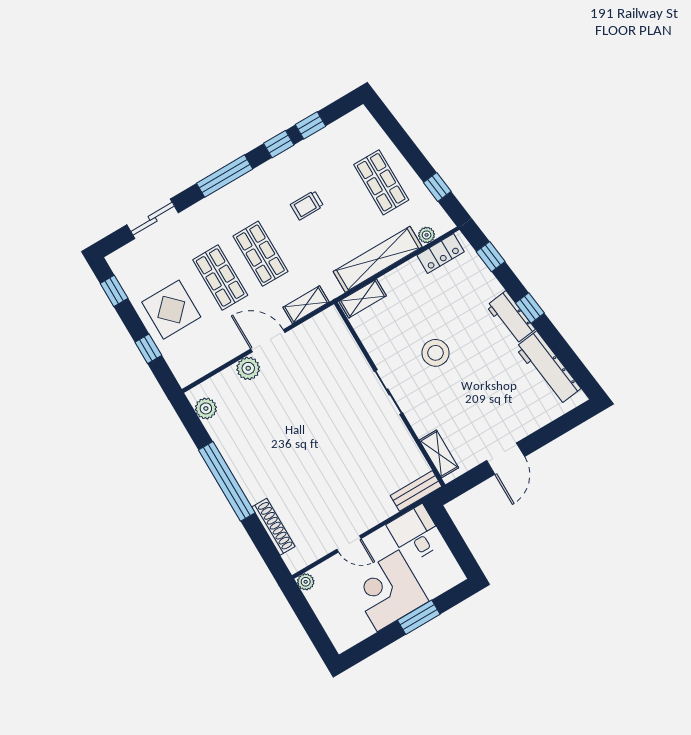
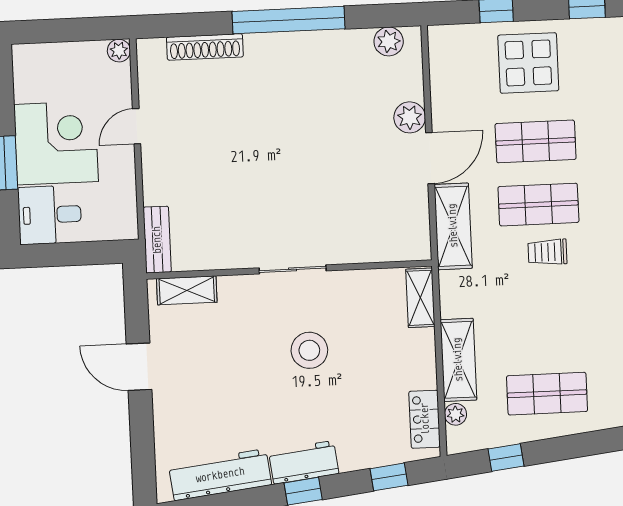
trolley: (307, 205) -> (547, 252), moved, turned -90
shelving: (378, 259) -> (458, 360), width x0.68
shelving: (306, 305) -> (453, 226), width x1.50, depth x1.33
desk: (416, 534) -> (50, 215), moved, turned 180

